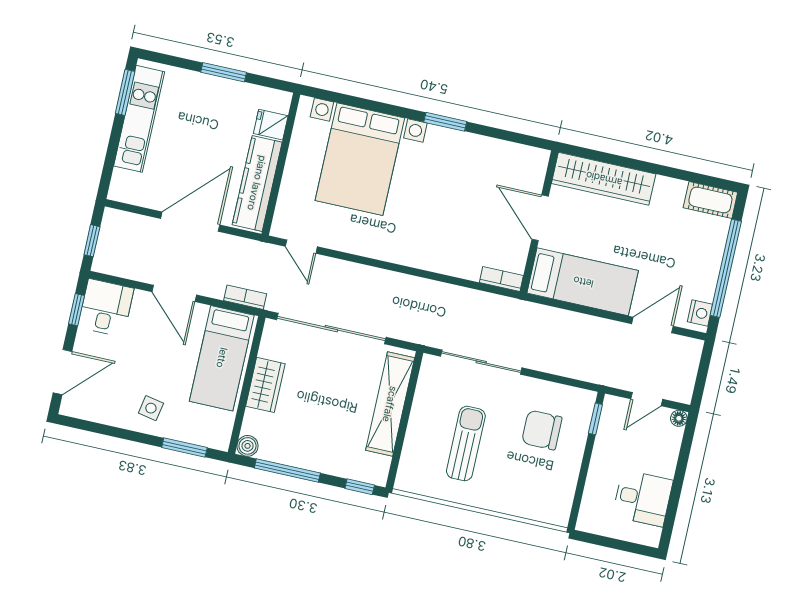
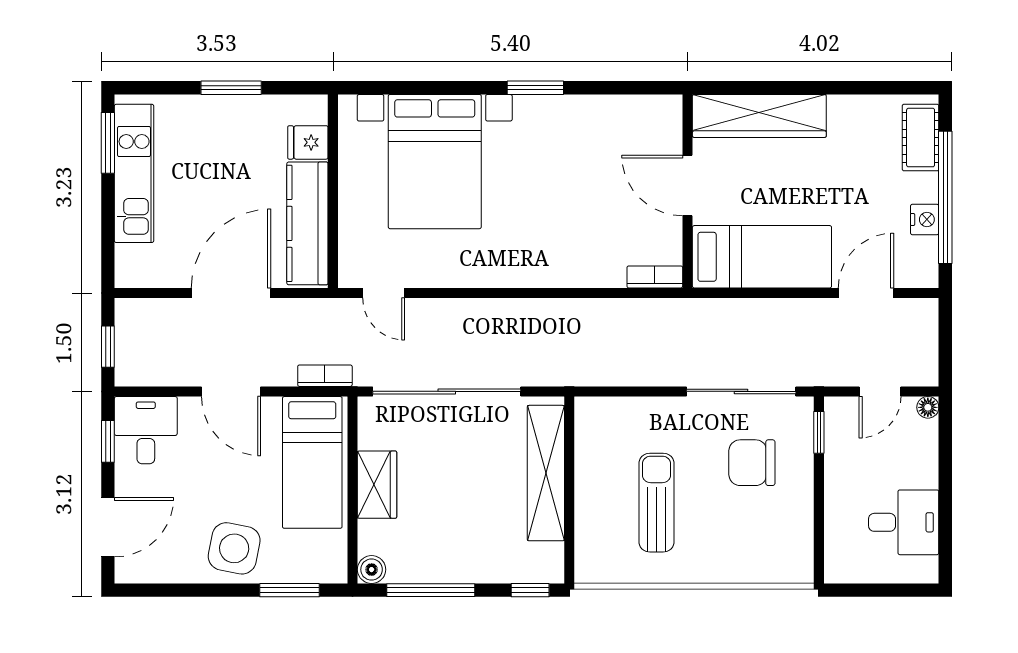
cot: (710, 200) -> (921, 138), moved, turned 90
nightstand: (700, 313) -> (925, 219), moved
sliding door: (481, 362) -> (741, 391), moved
side table: (151, 408) -> (234, 548), width x1.87, depth x1.87

